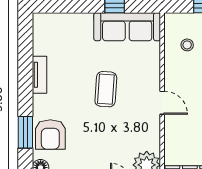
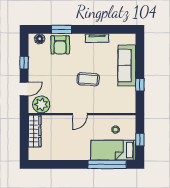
sofa: (127, 27) -> (127, 65), moved
armchair: (50, 135) -> (60, 45), turned -90

